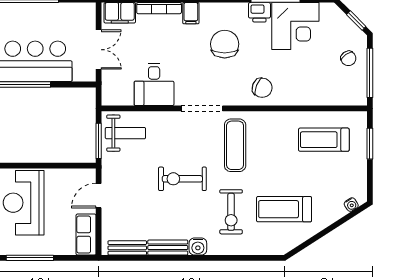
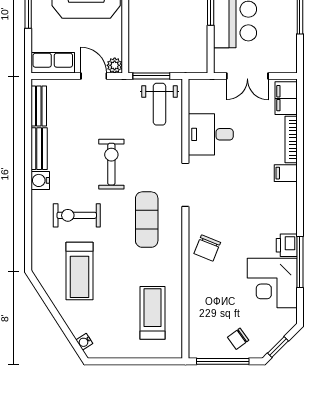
chair: (225, 44) -> (253, 209), removed
window: (370, 144) -> (149, 361), removed
exercise mat: (235, 145) -> (147, 220), turned 90
plant: (89, 176) -> (115, 65), added
treadmill: (284, 209) -> (79, 271), turned 180

